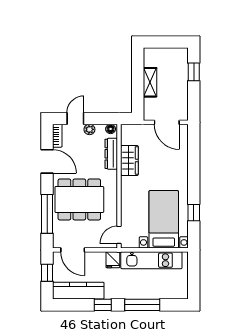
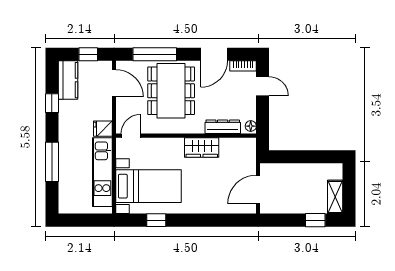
shelving: (150, 82) -> (335, 197), moved, turned 90
plant: (89, 129) -> (250, 102), removed
wardrobe: (129, 160) -> (202, 147), moved
door: (119, 235) -> (131, 136), hinge flipped
door: (73, 250) -> (114, 83), swing flipped
kitchen counter: (78, 291) -> (68, 80), width x0.67
window: (103, 305) -> (52, 103), moved

